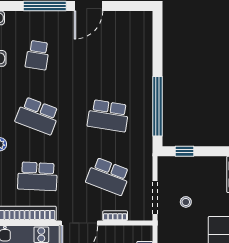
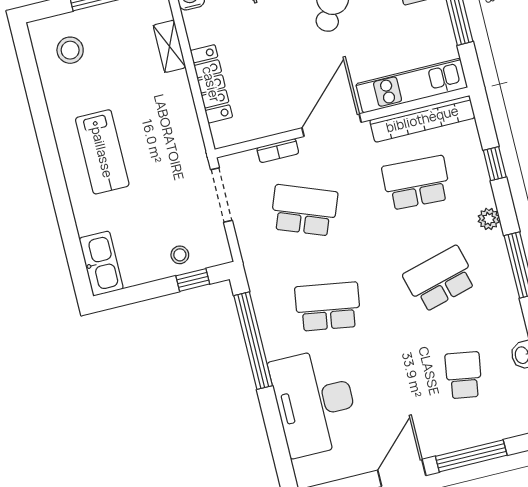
desk: (130, 61) -> (315, 402), added
school desk: (37, 116) -> (440, 279), turned -36
stool: (186, 202) -> (180, 255), moved

